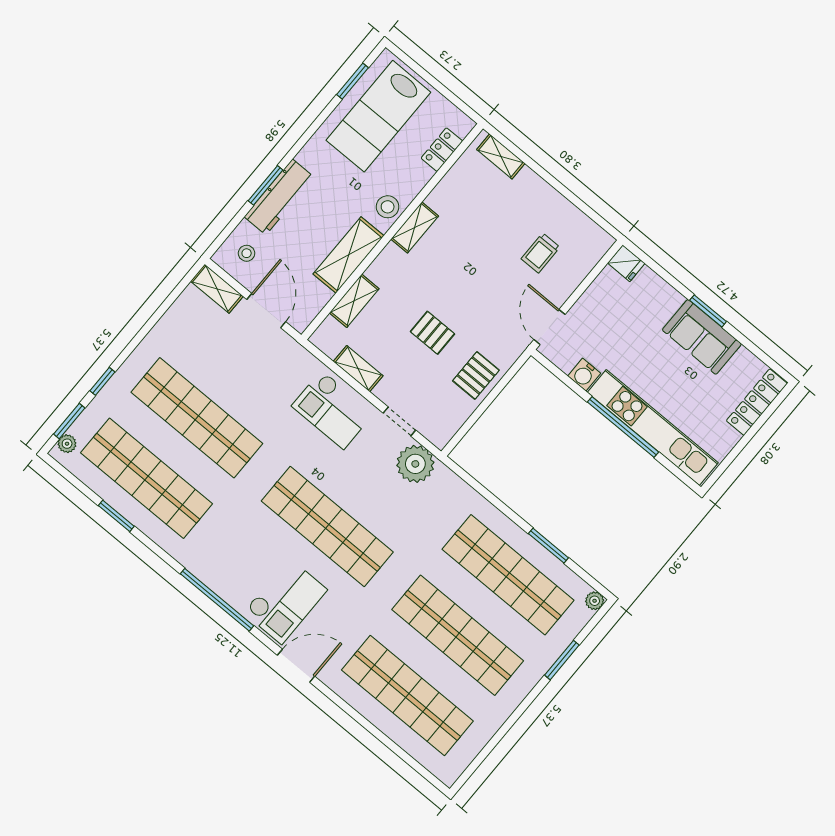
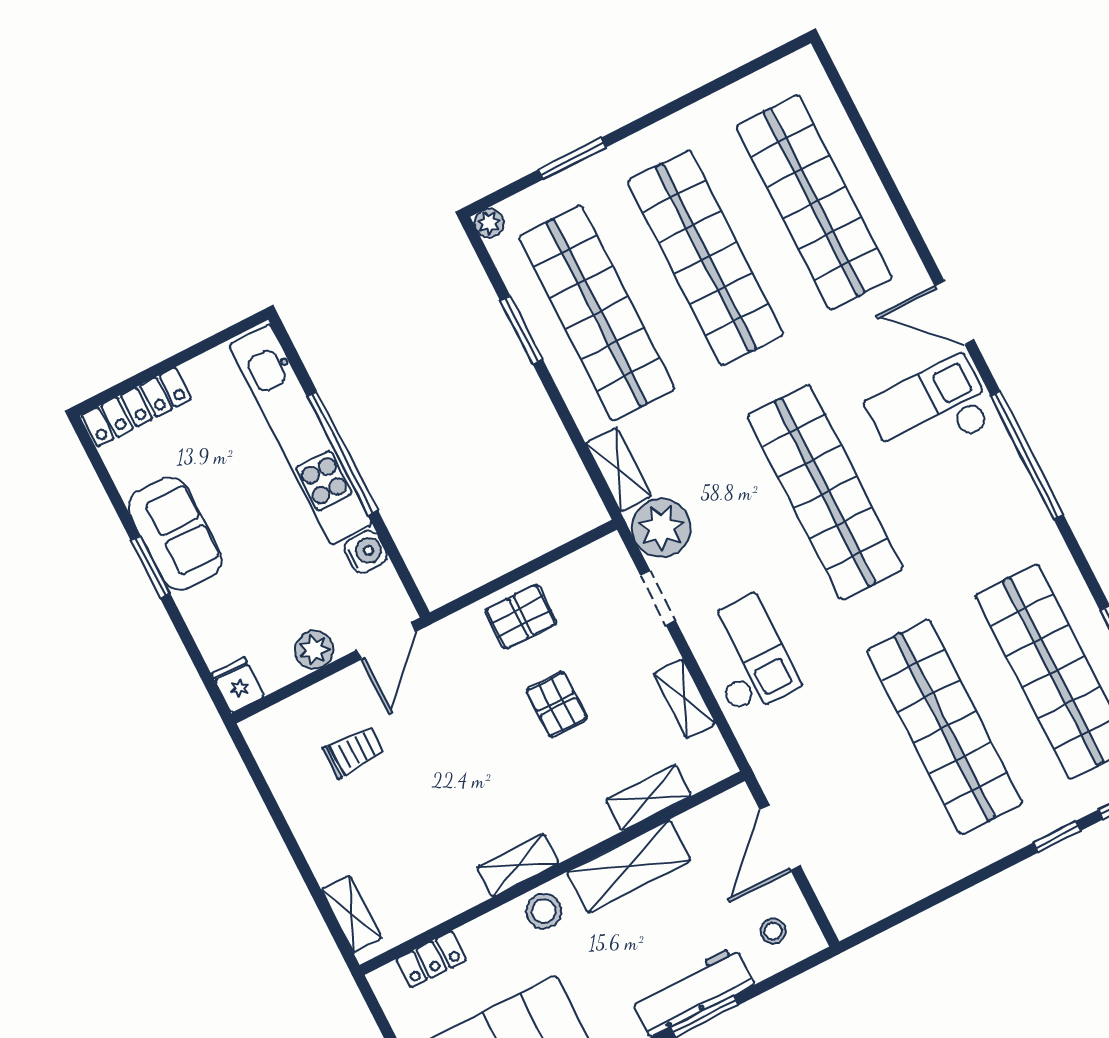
shelving: (217, 289) -> (619, 470), moved
plant: (590, 303) -> (314, 650), added

